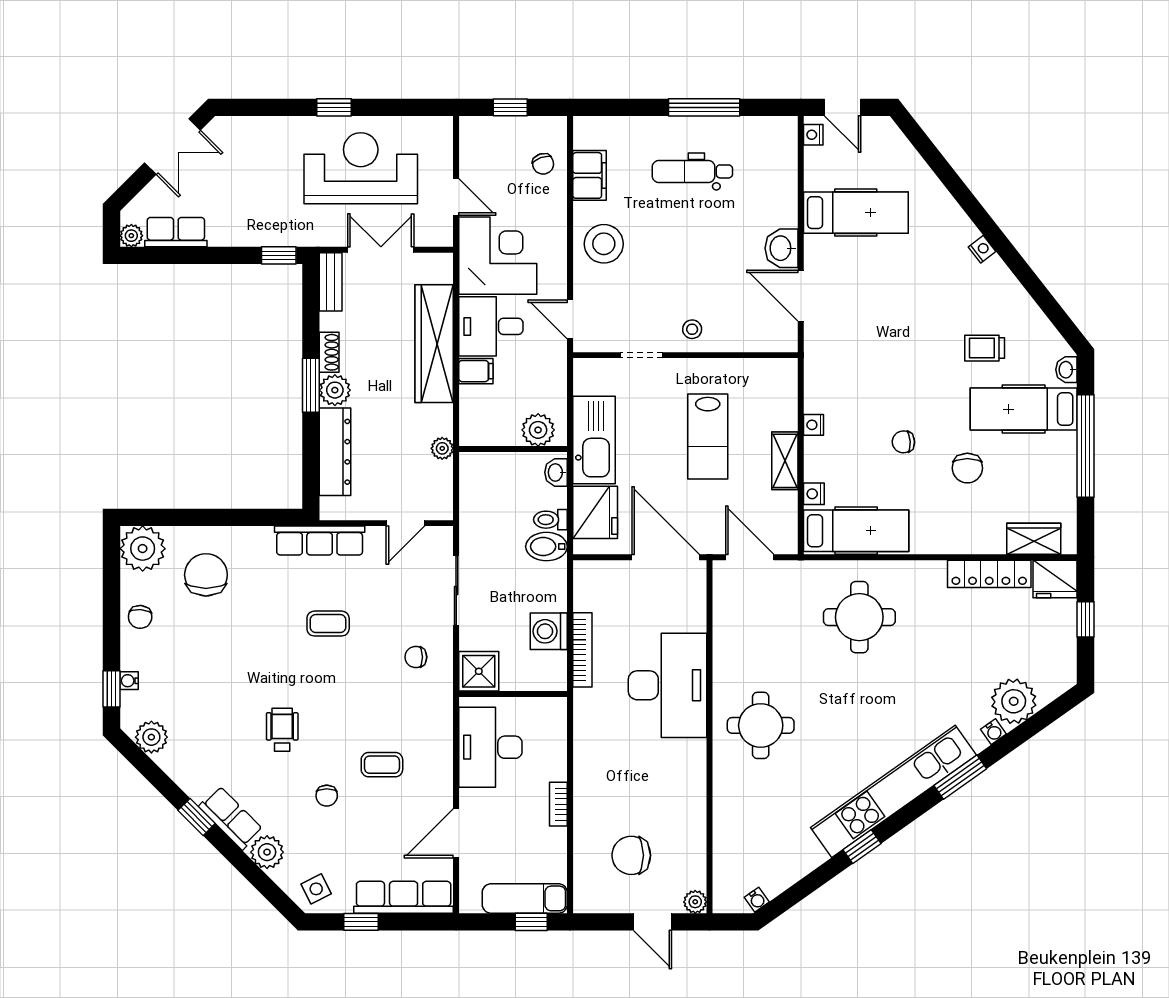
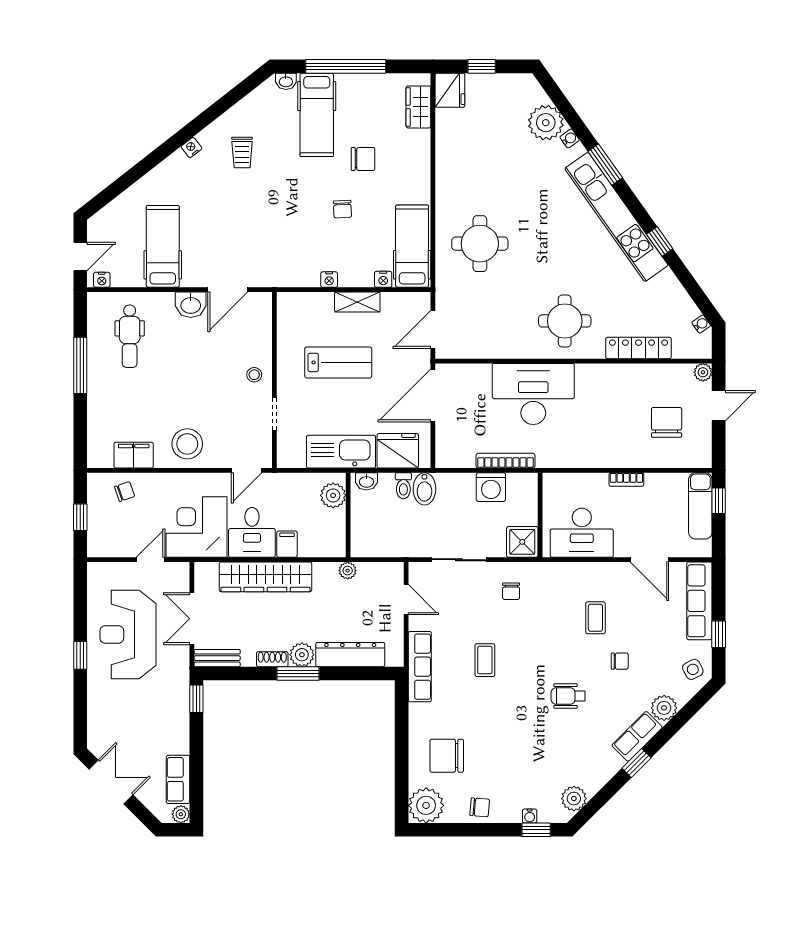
dental chair: (692, 171) -> (130, 336), moved
trolley: (985, 348) -> (242, 152), moved
locker: (989, 574) -> (639, 348), moved, turned -90
chair: (631, 855) -> (667, 422), turned 180

